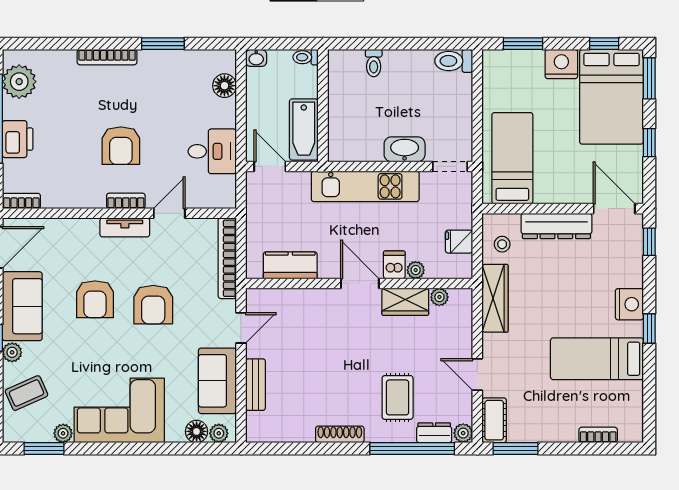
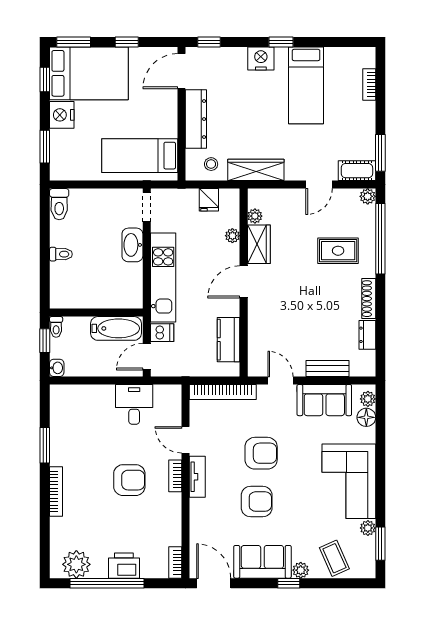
window: (289, 44) -> (45, 341), added
toilet: (374, 63) -> (61, 254), moved
floor lamp: (224, 86) -> (80, 394), removed
dishwasher: (394, 265) -> (162, 333), moved, turned 180
dresser: (434, 433) -> (367, 335), moved

